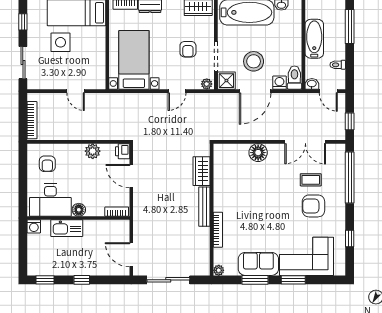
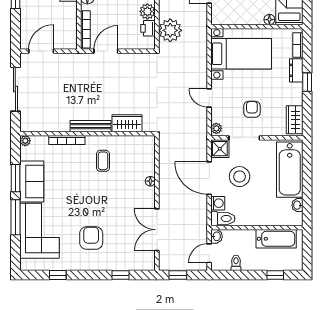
window: (350, 26) -> (275, 275), width x0.46
floor lamp: (100, 32) -> (269, 20), added
bathtub: (314, 39) -> (276, 239), moved
armchair: (188, 49) -> (252, 109), turned 90
plant: (111, 129) -> (170, 30), added
printer: (123, 151) -> (148, 28), moved, turned -90
floor lamp: (258, 153) -> (150, 181), width x0.53, depth x0.53
door: (131, 176) -> (106, 51), moved
window: (350, 177) -> (120, 275), width x0.32
coffee table: (311, 180) -> (103, 161), moved
bookcase: (117, 212) -> (85, 29), width x1.56
window: (293, 280) -> (15, 217), width x1.44

